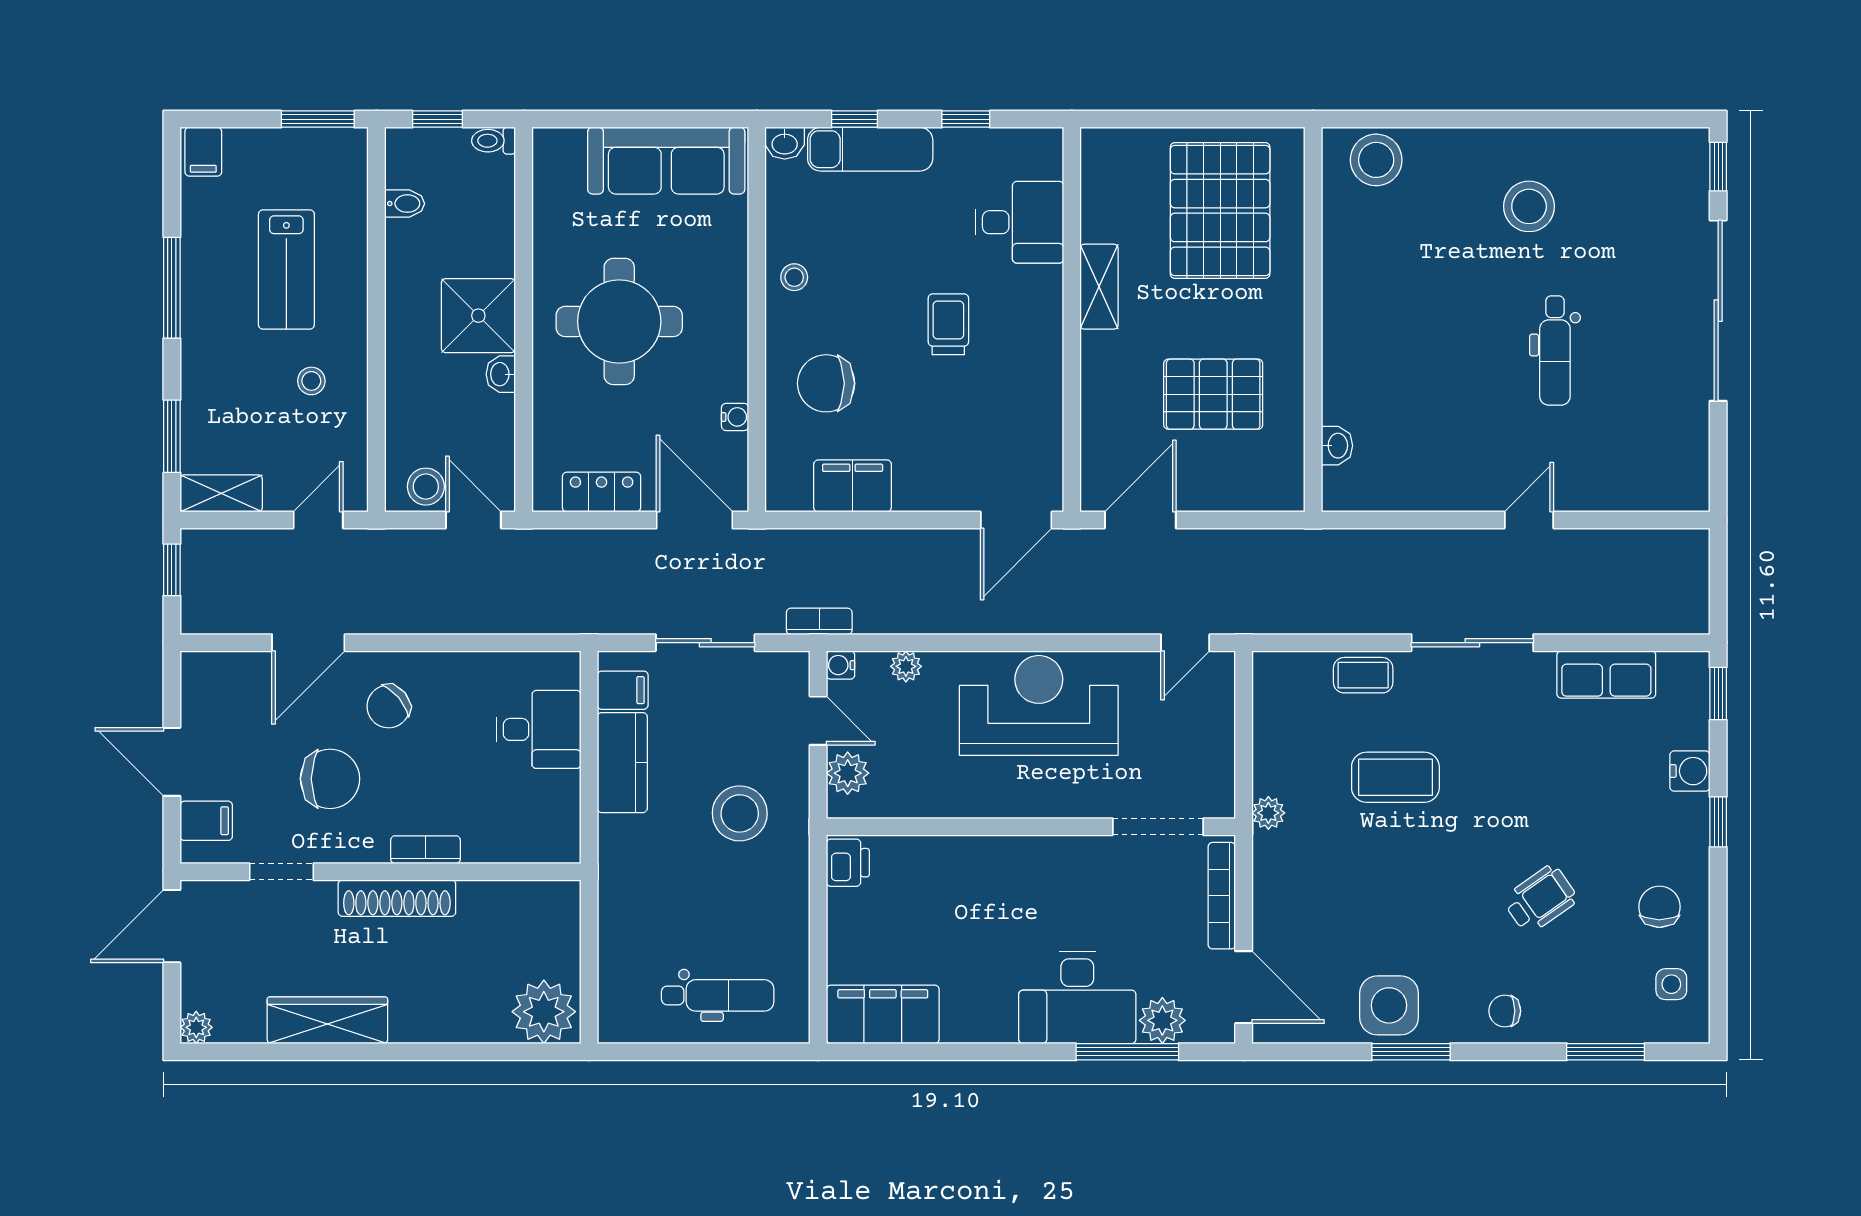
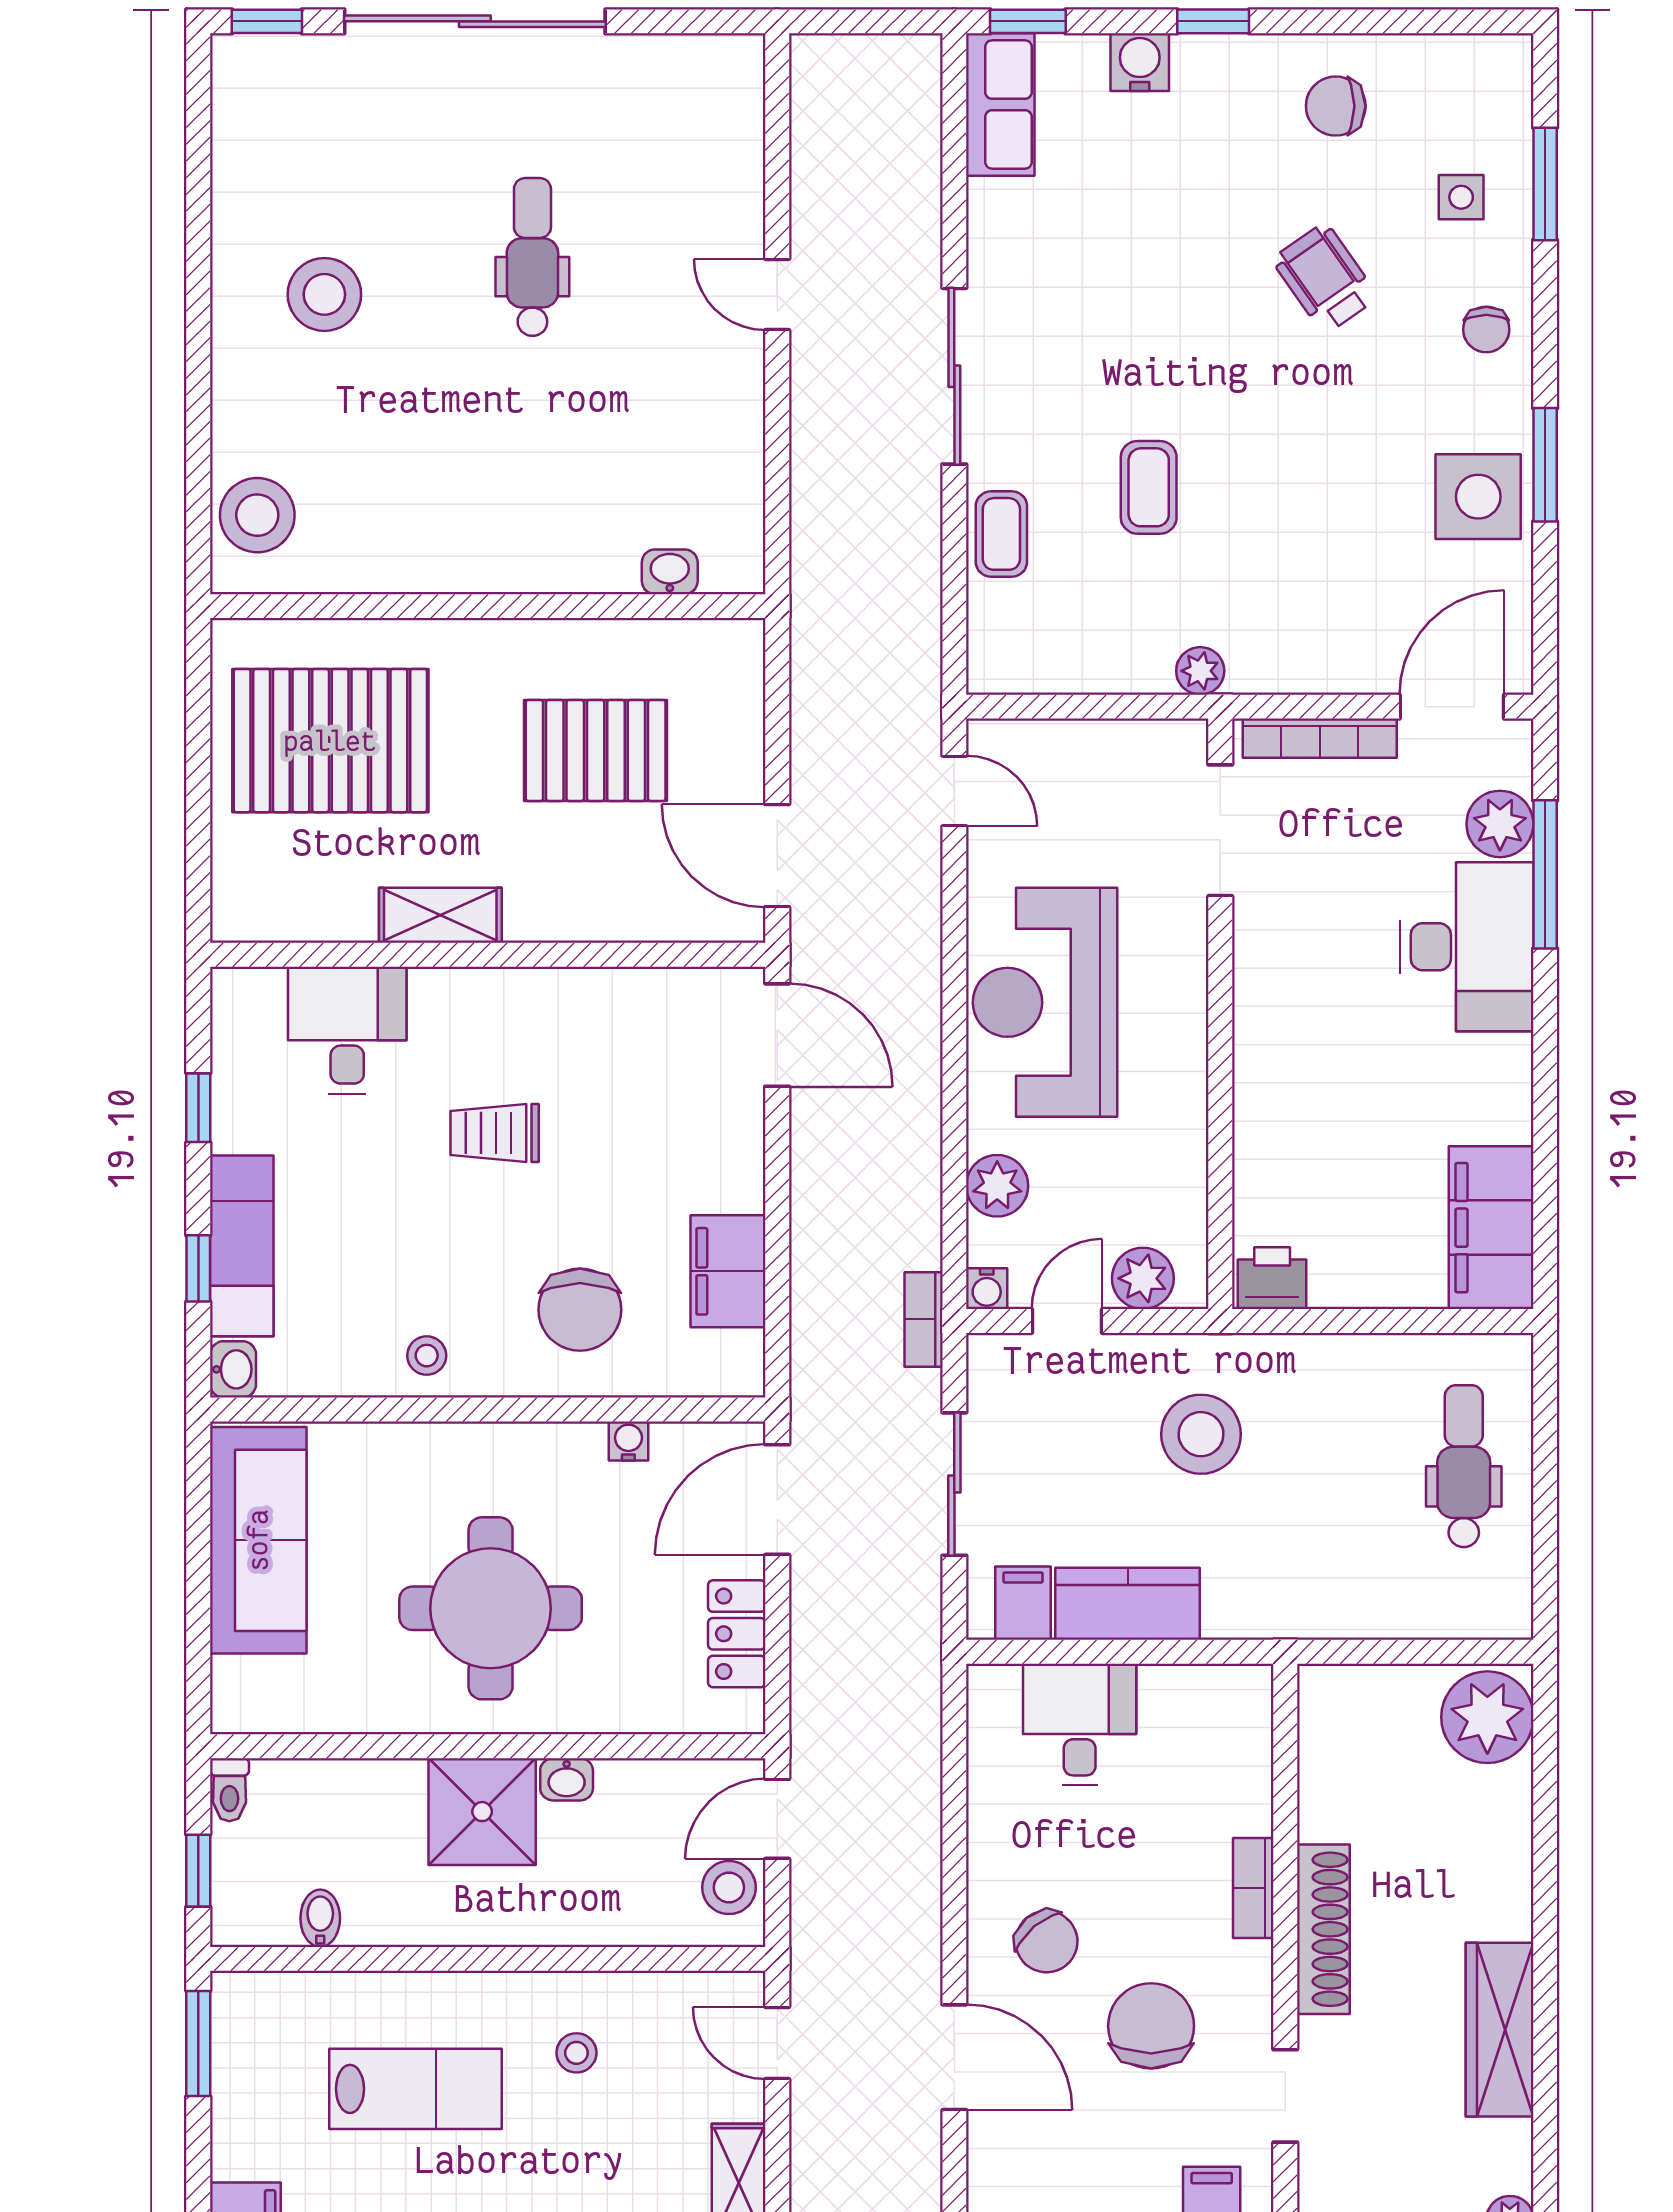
dental chair: (1555, 350) -> (532, 257), turned -90
pallet: (1213, 394) -> (596, 751), turned 90
plant: (906, 666) -> (997, 1186), width x1.38, depth x1.38
row of seats: (1606, 674) -> (1000, 104), moved
coffee table: (1395, 777) -> (1149, 487), width x0.73, depth x0.77
side table: (1671, 984) -> (1461, 197), moved

